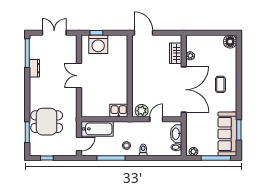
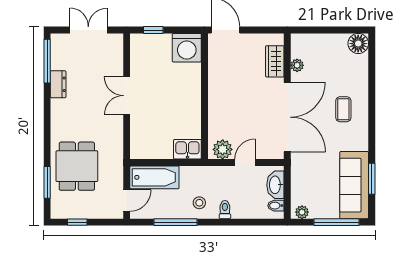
washing machine: (98, 44) -> (187, 48), moved
dining table: (47, 122) -> (77, 166), turned 90

